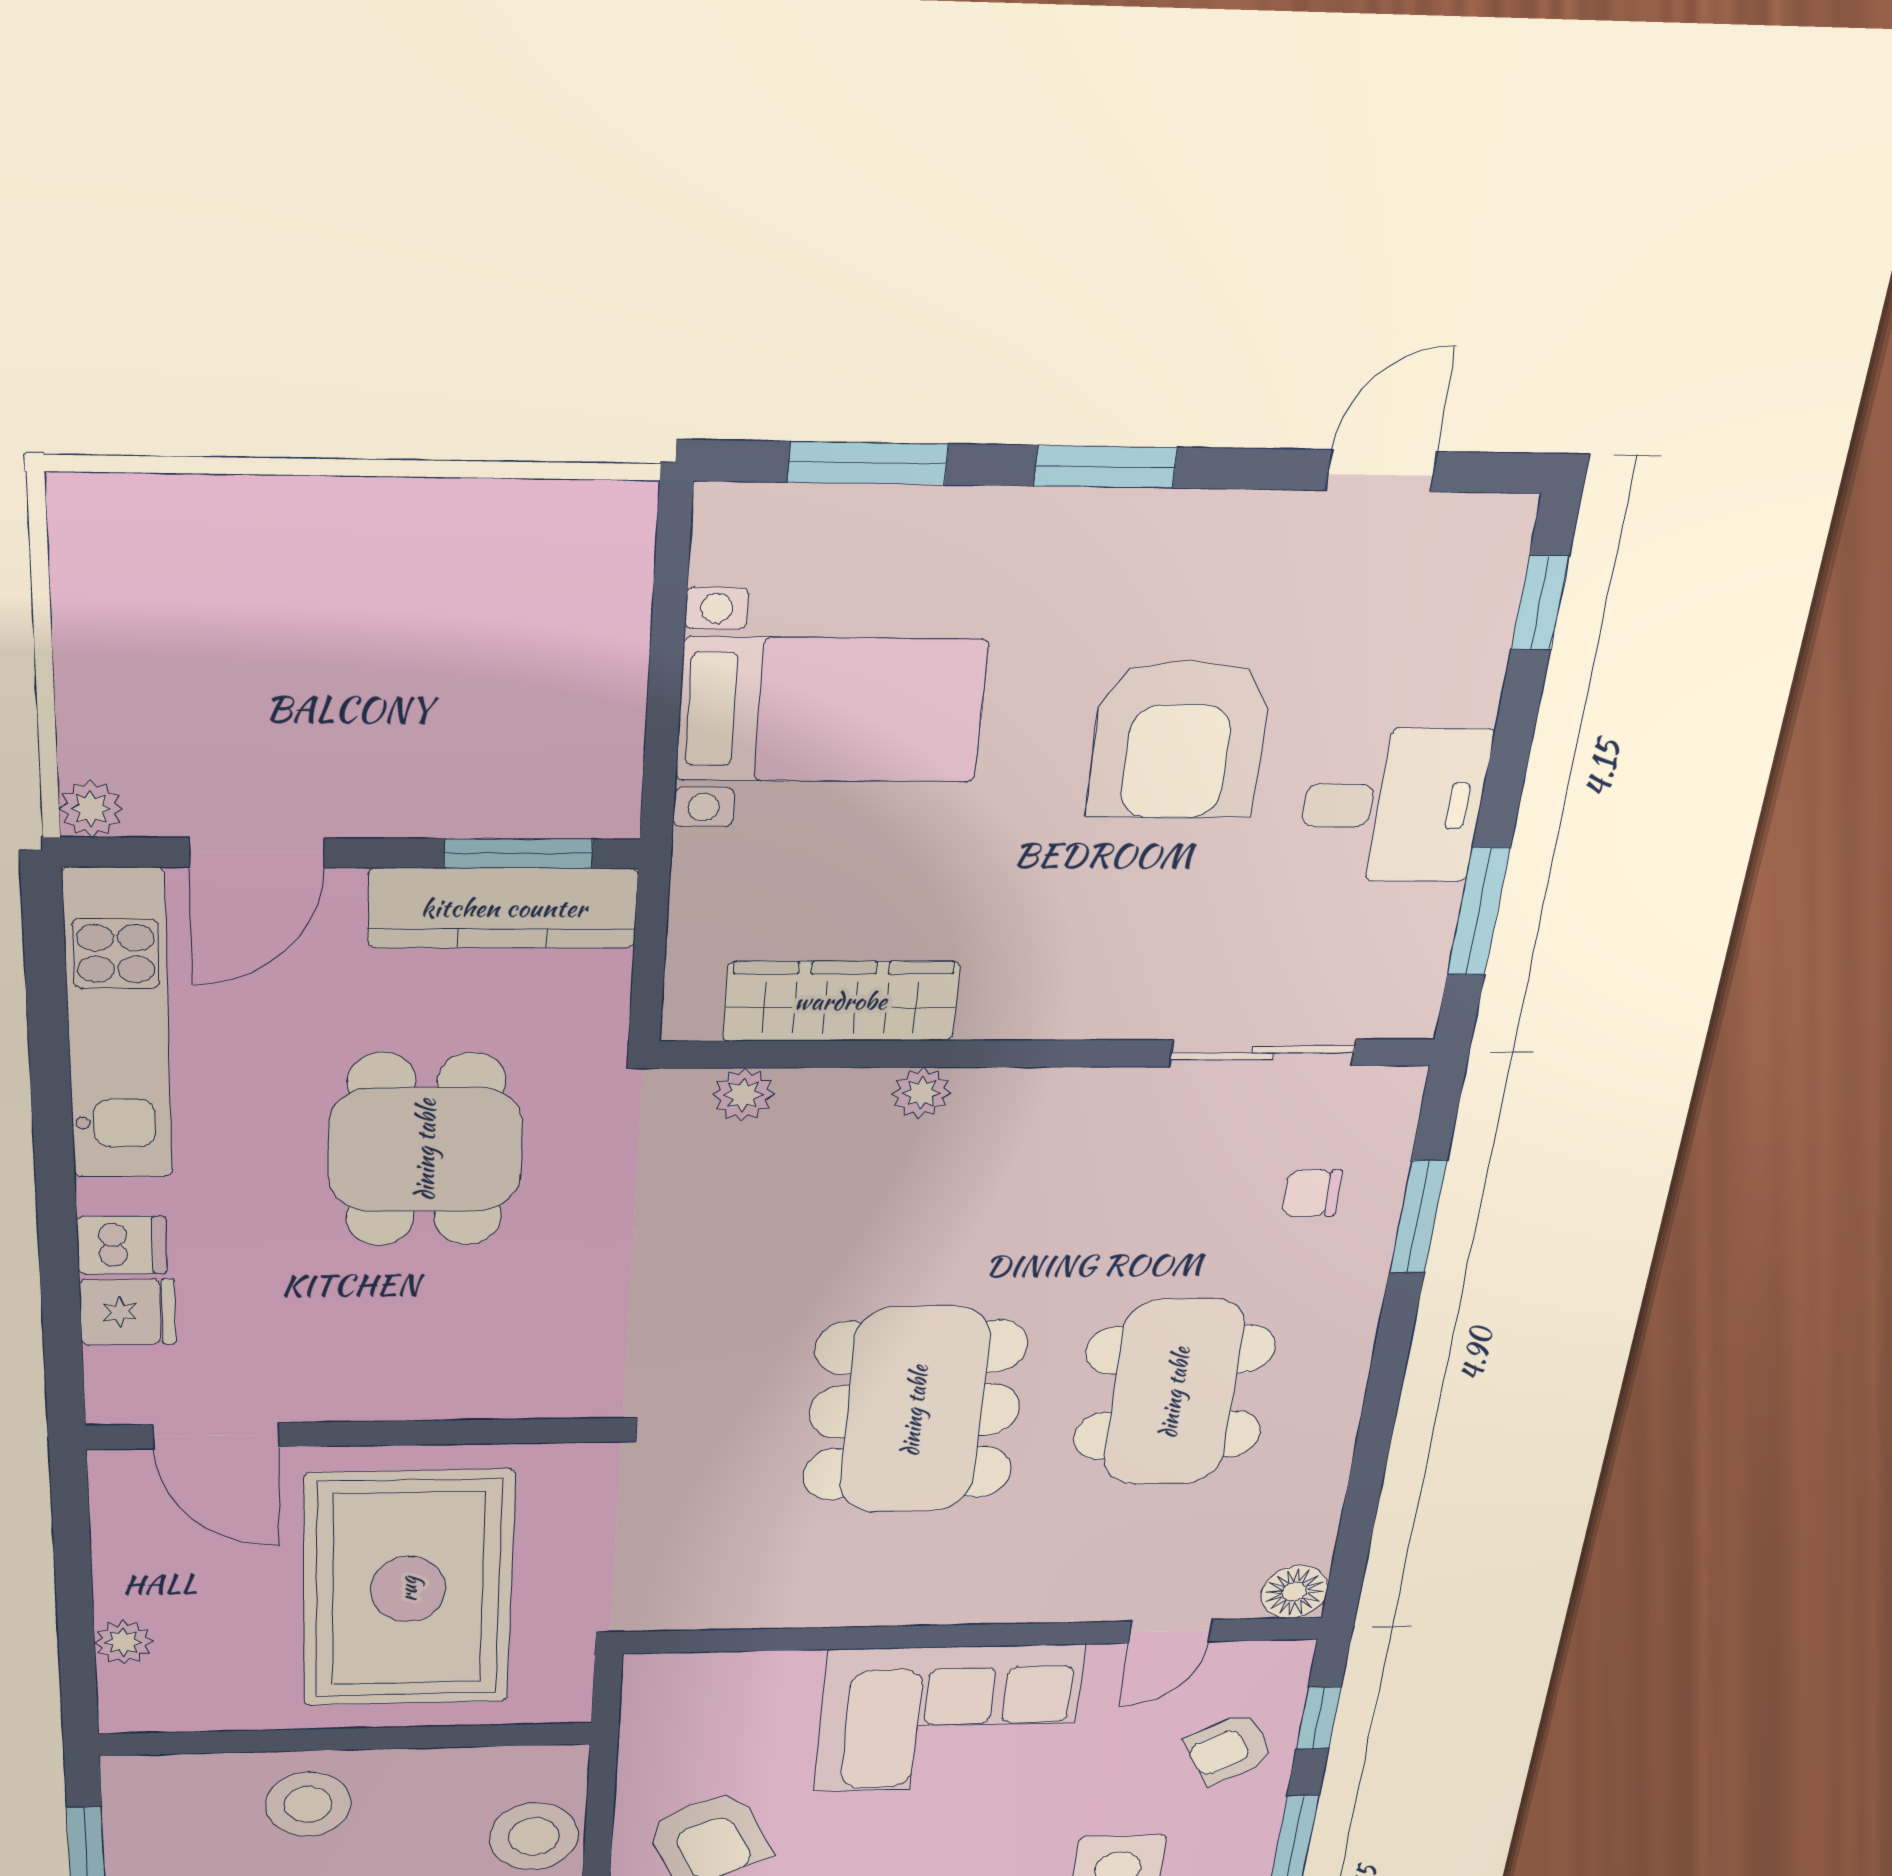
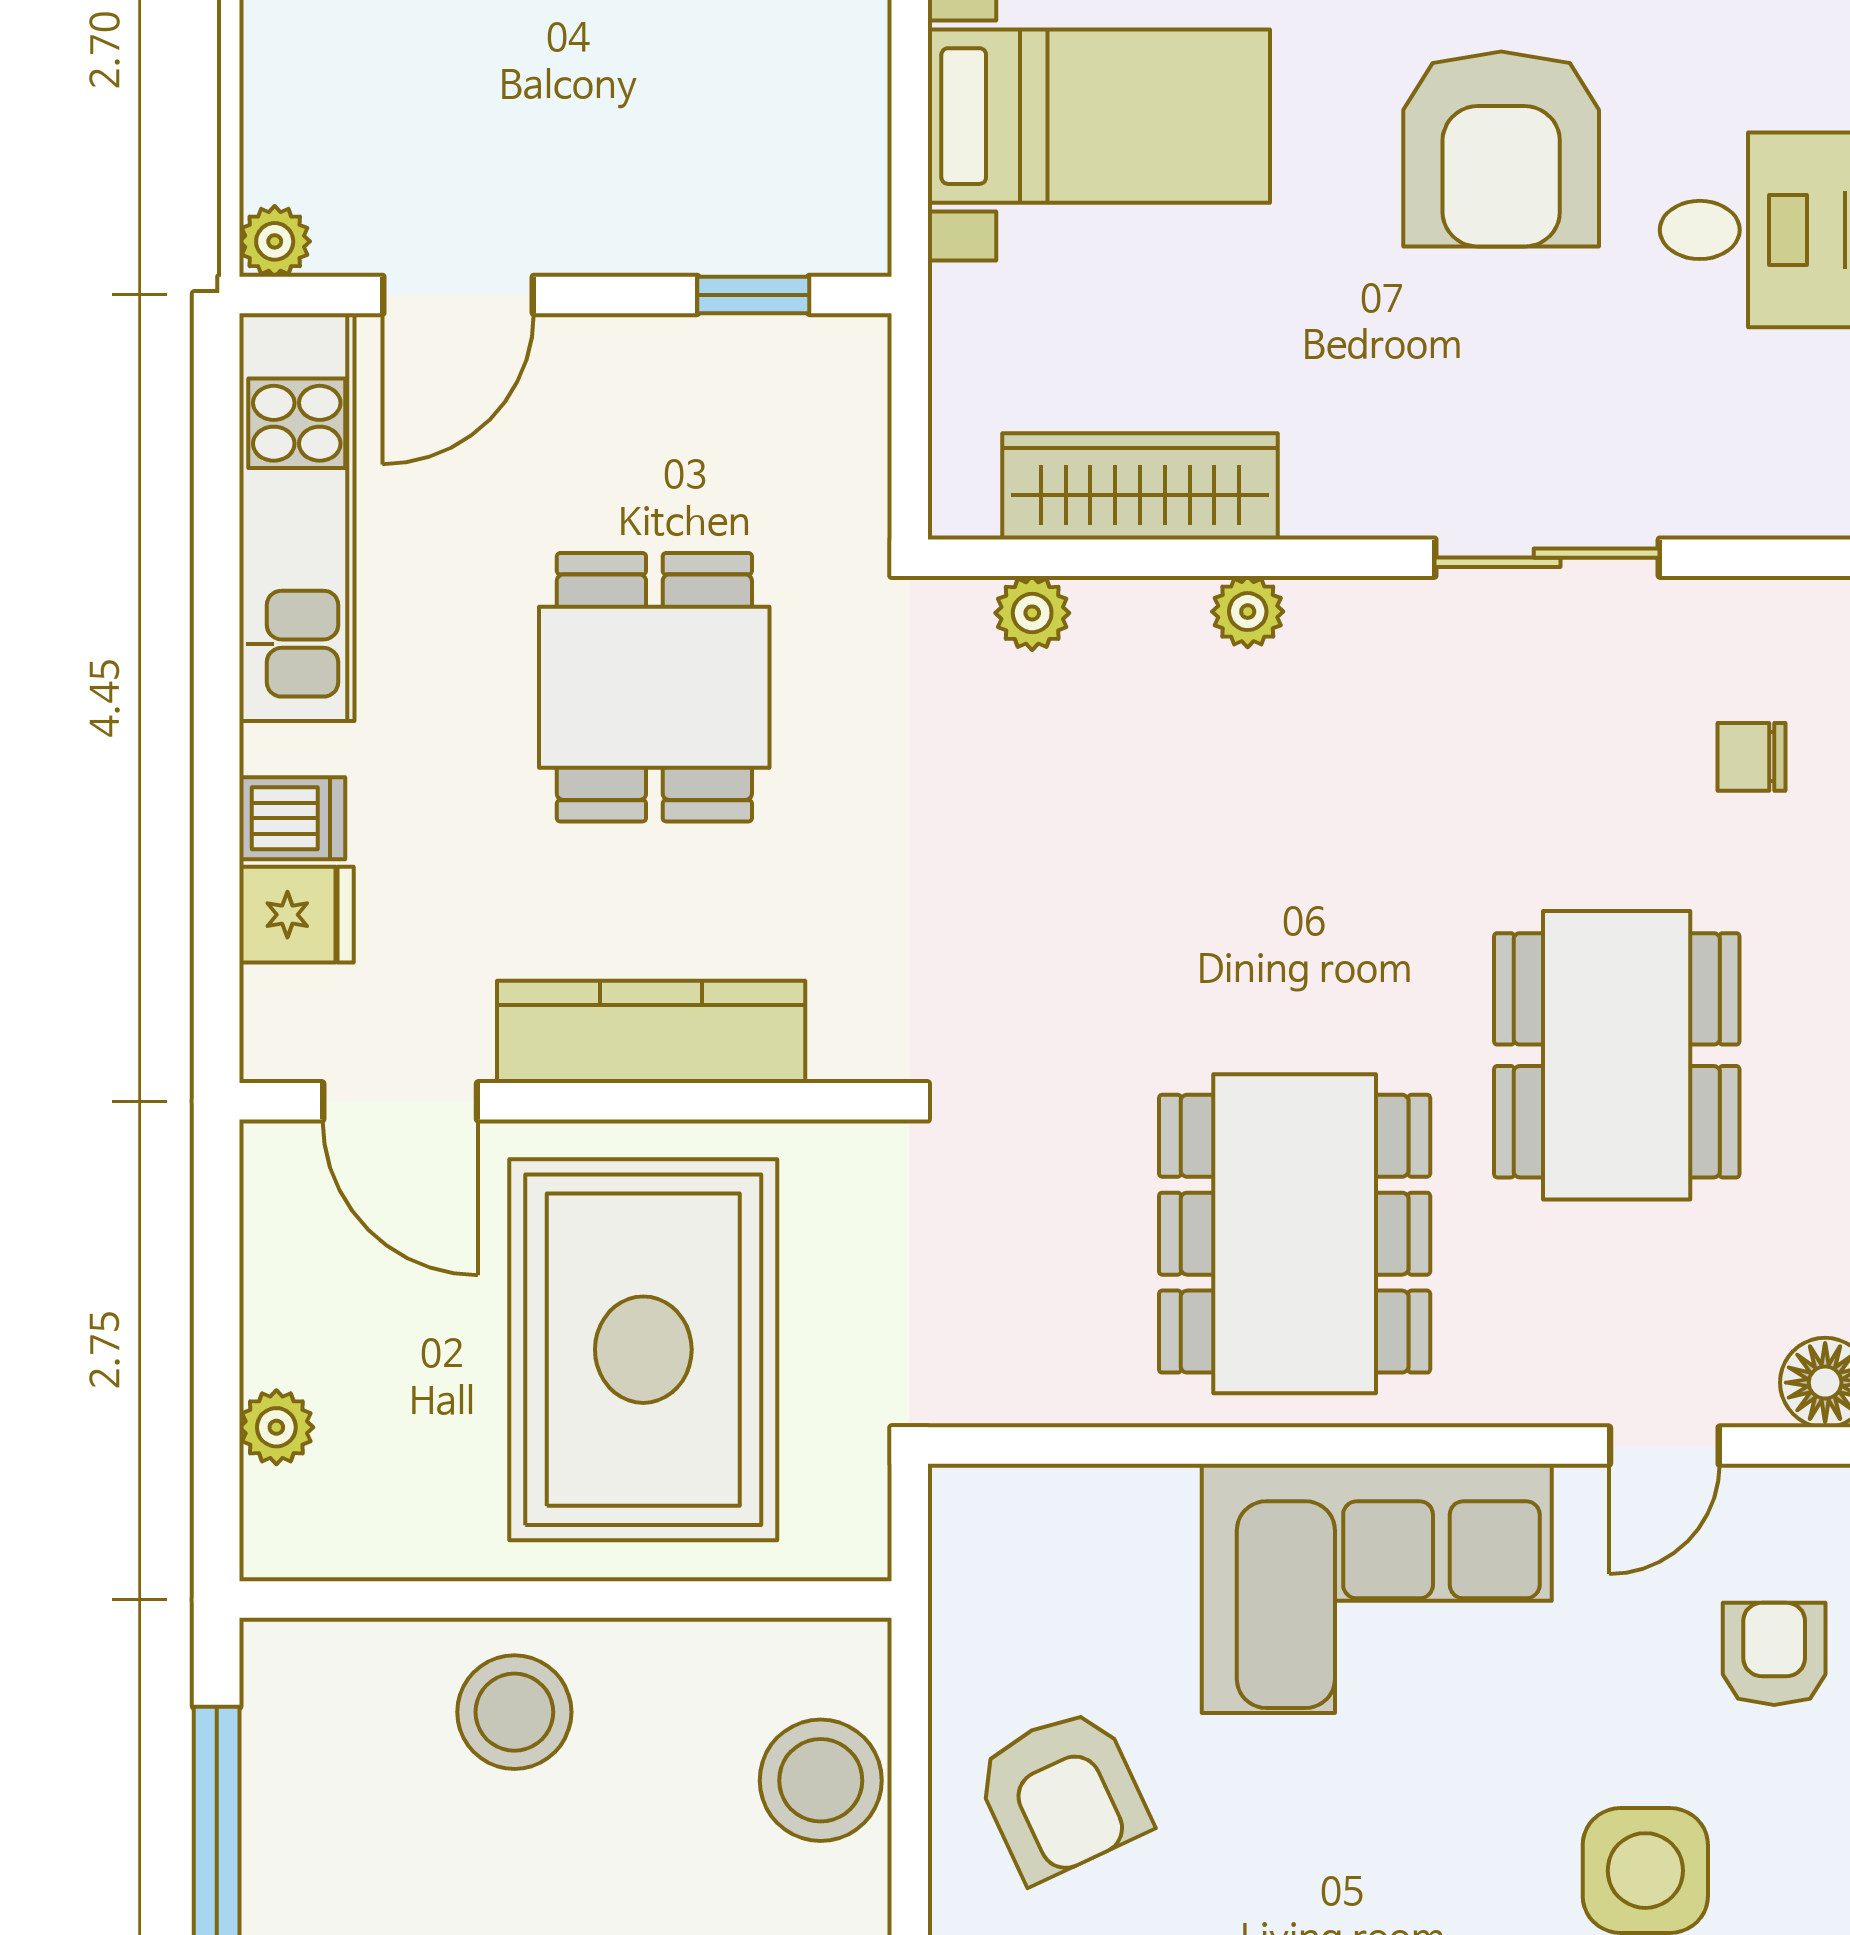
window: (518, 853) -> (753, 295), width x0.67
kitchen counter: (503, 908) -> (651, 1032), moved, turned 180
sliding door: (1263, 1053) -> (1547, 558), moved
dining table: (914, 1411) -> (1295, 1234), moved
armchair: (1229, 1749) -> (1774, 1654), turned 119

